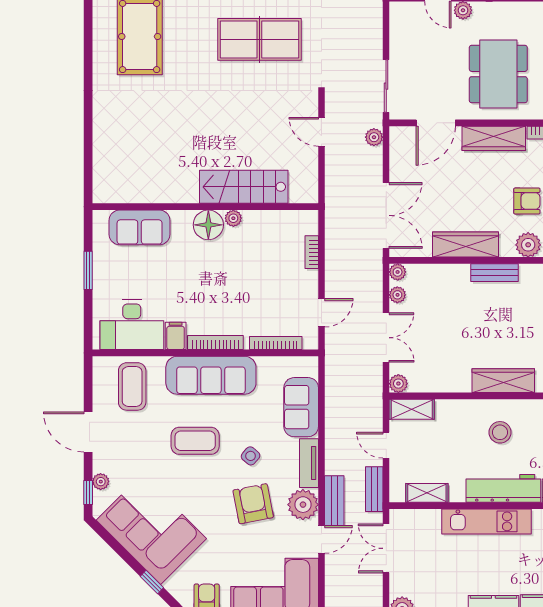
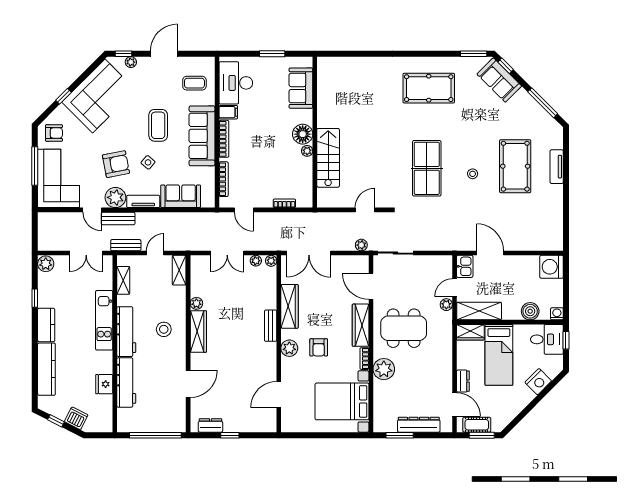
plant: (398, 384) -> (196, 303), moved
coffee table: (132, 386) -> (194, 83), width x0.73, depth x0.77
double door: (386, 548) -> (86, 253), swing flipped

